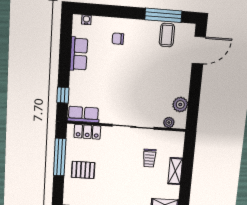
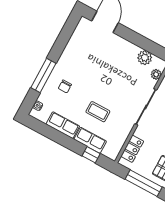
window: (163, 15) -> (43, 76), moved
coffee table: (167, 35) -> (98, 112), moved
row of seats: (83, 114) -> (90, 140), moved, turned 90

